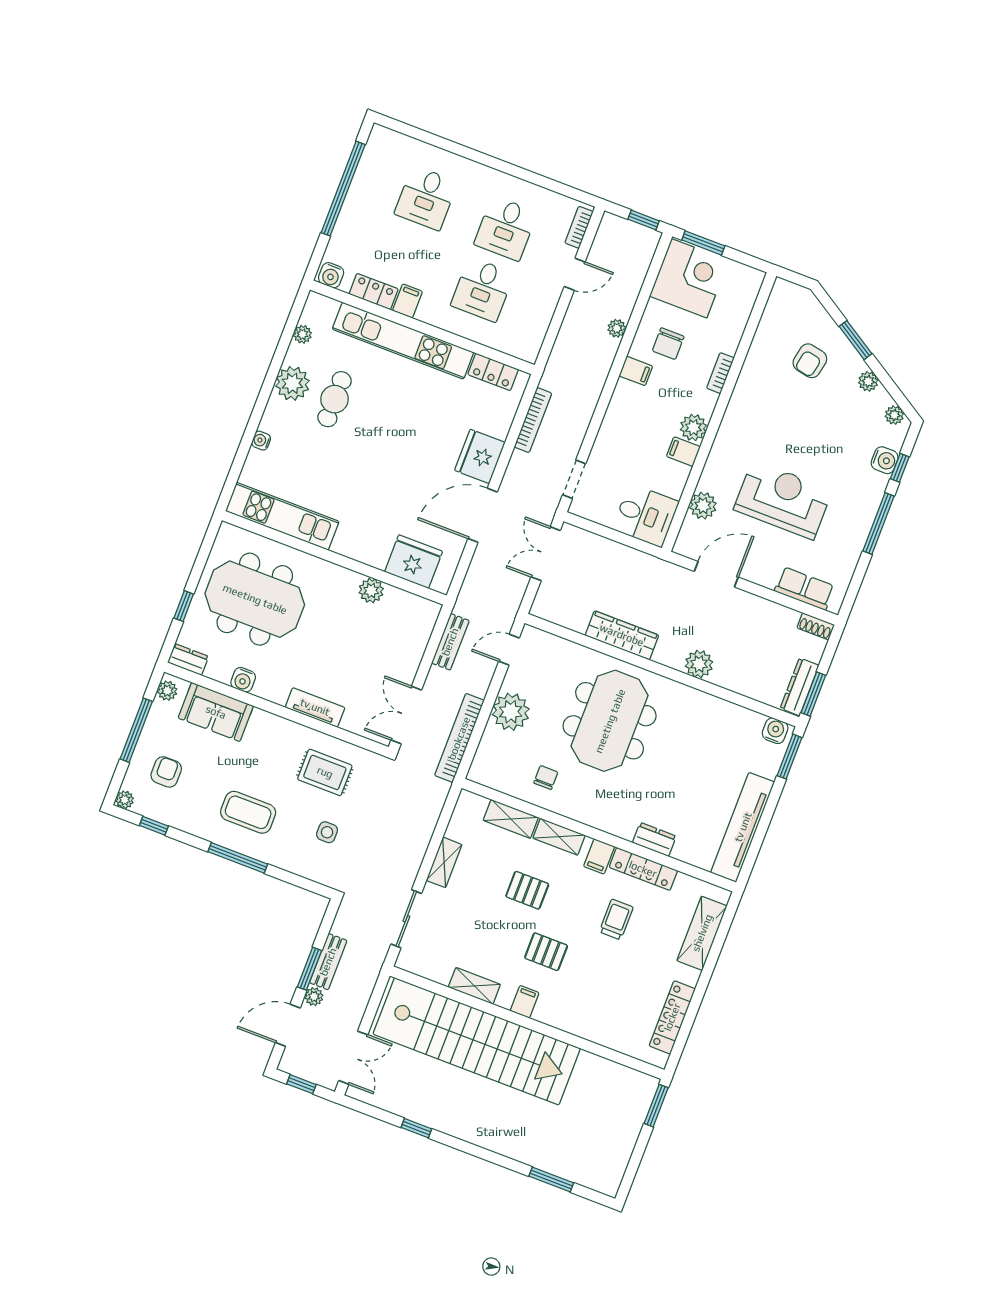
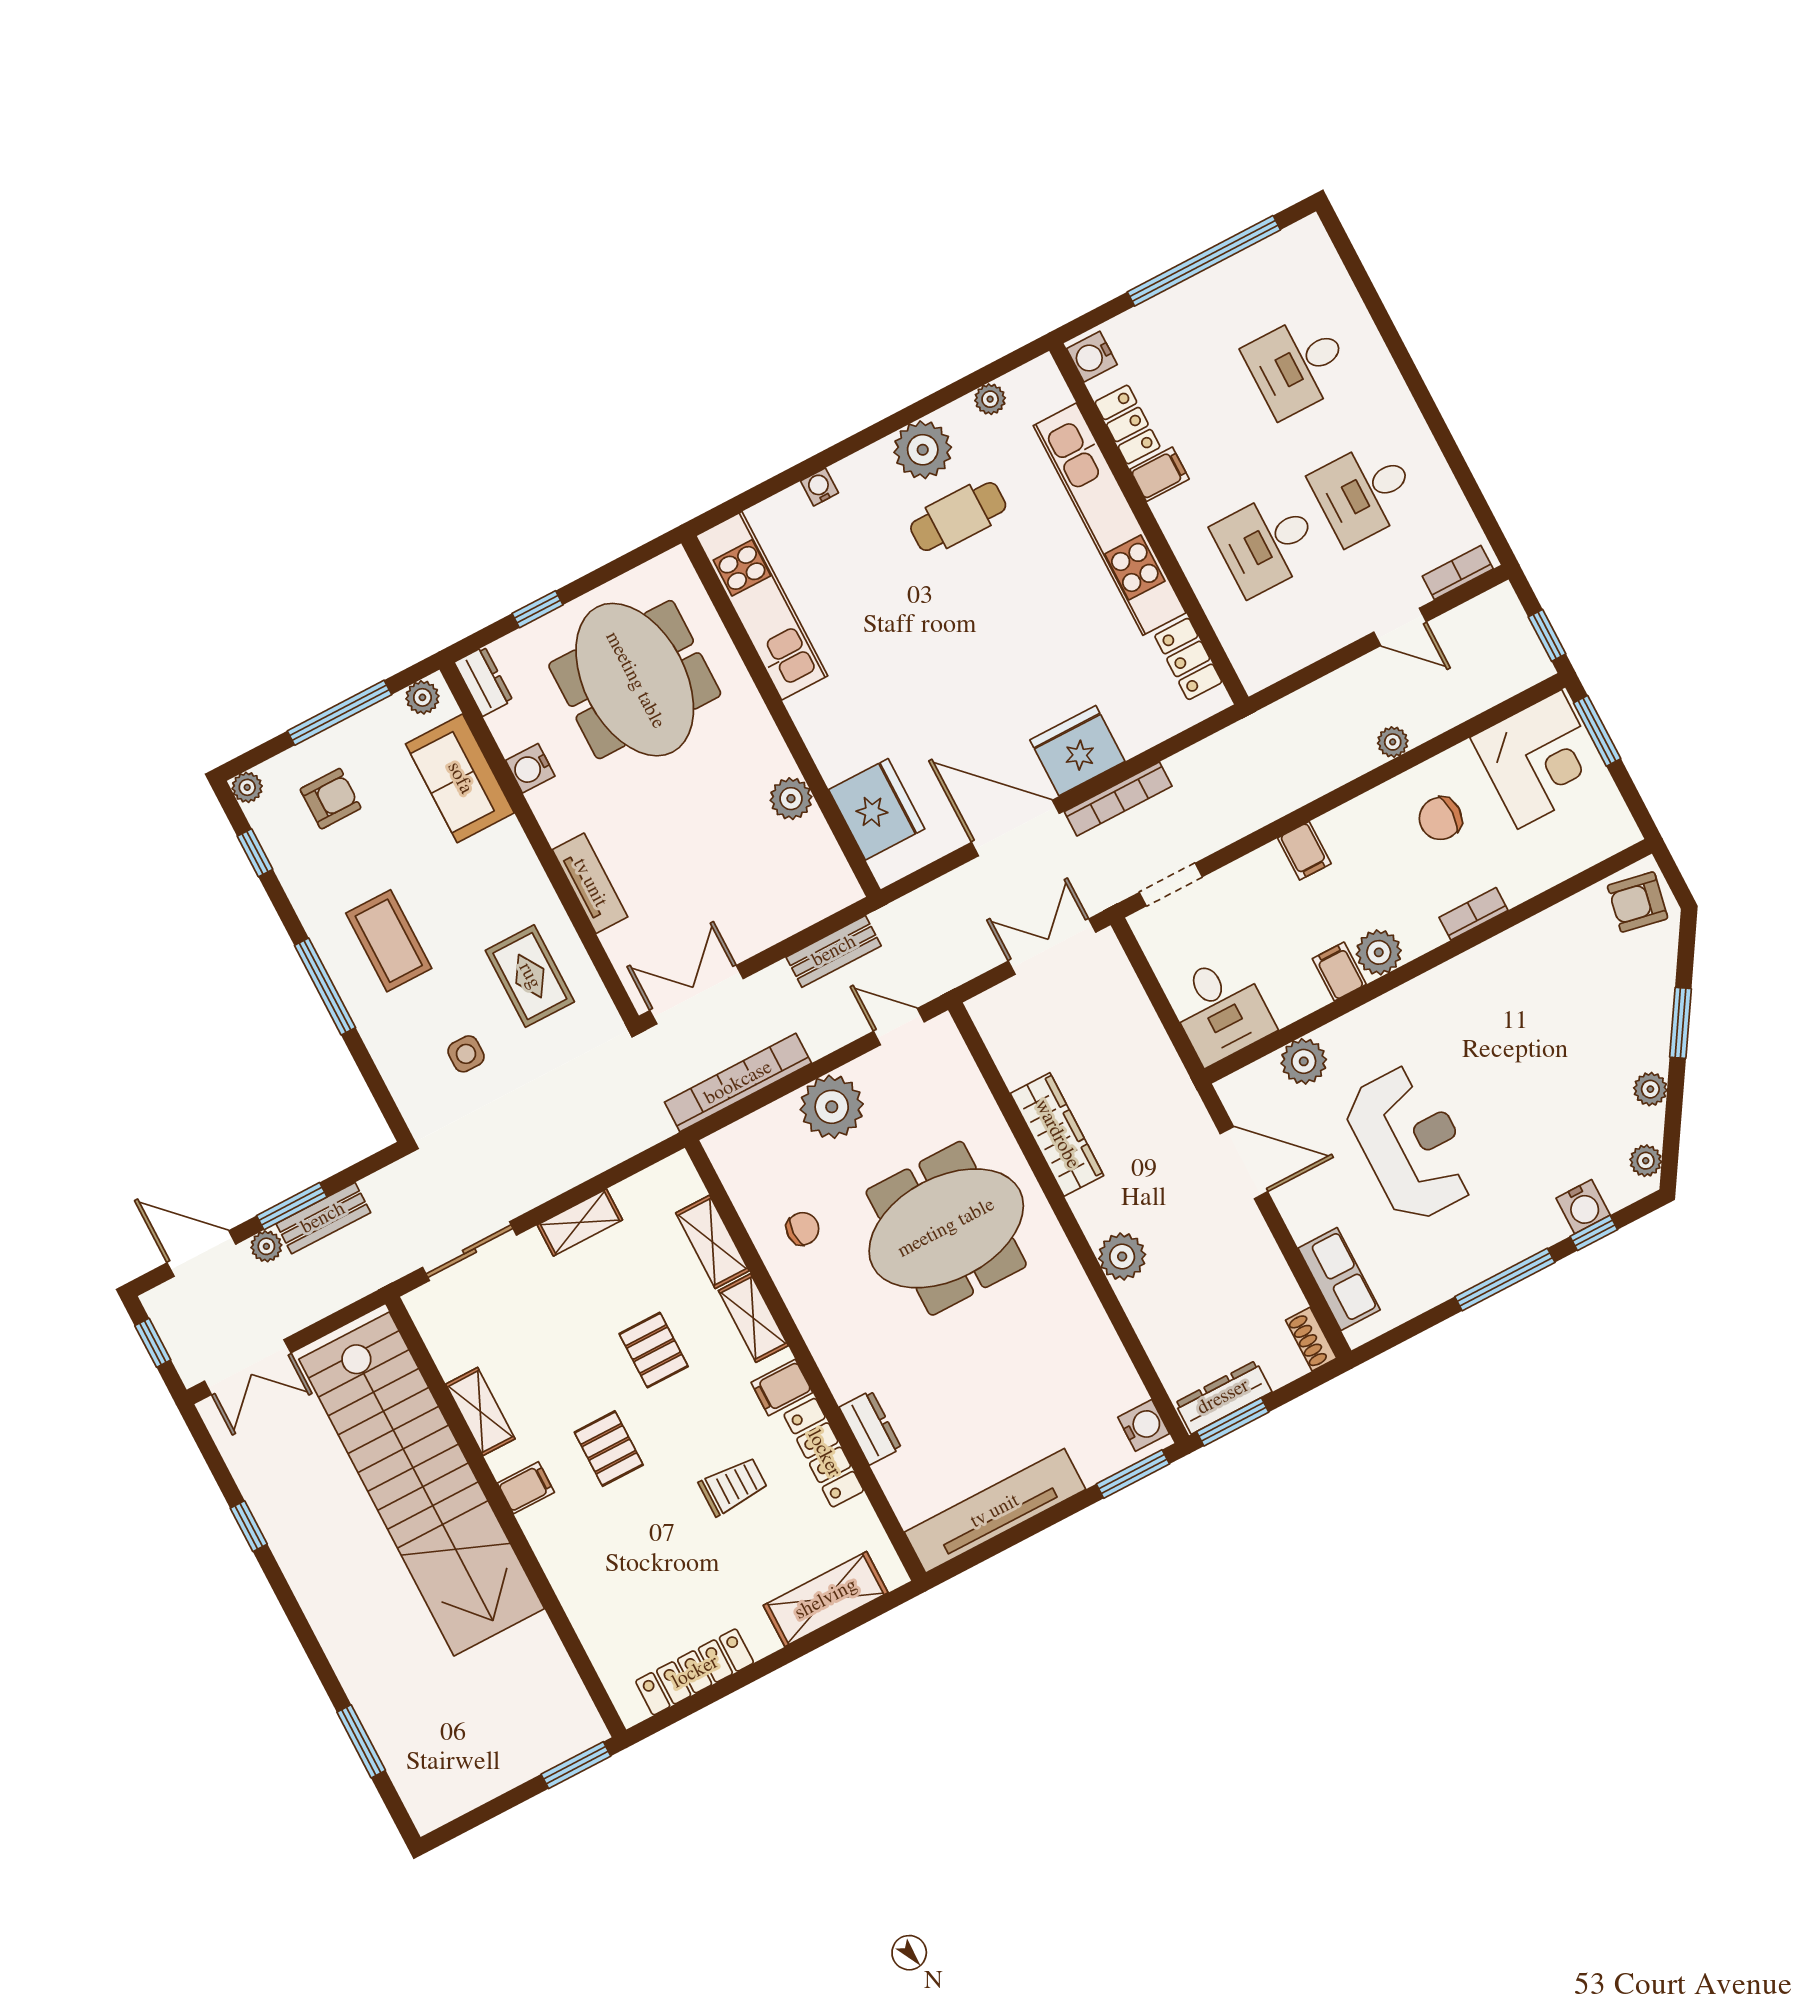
armchair: (810, 361) -> (1638, 902), moved
filing cabinet: (636, 371) -> (1304, 851), moved
bookcase: (533, 420) -> (1118, 799), moved

